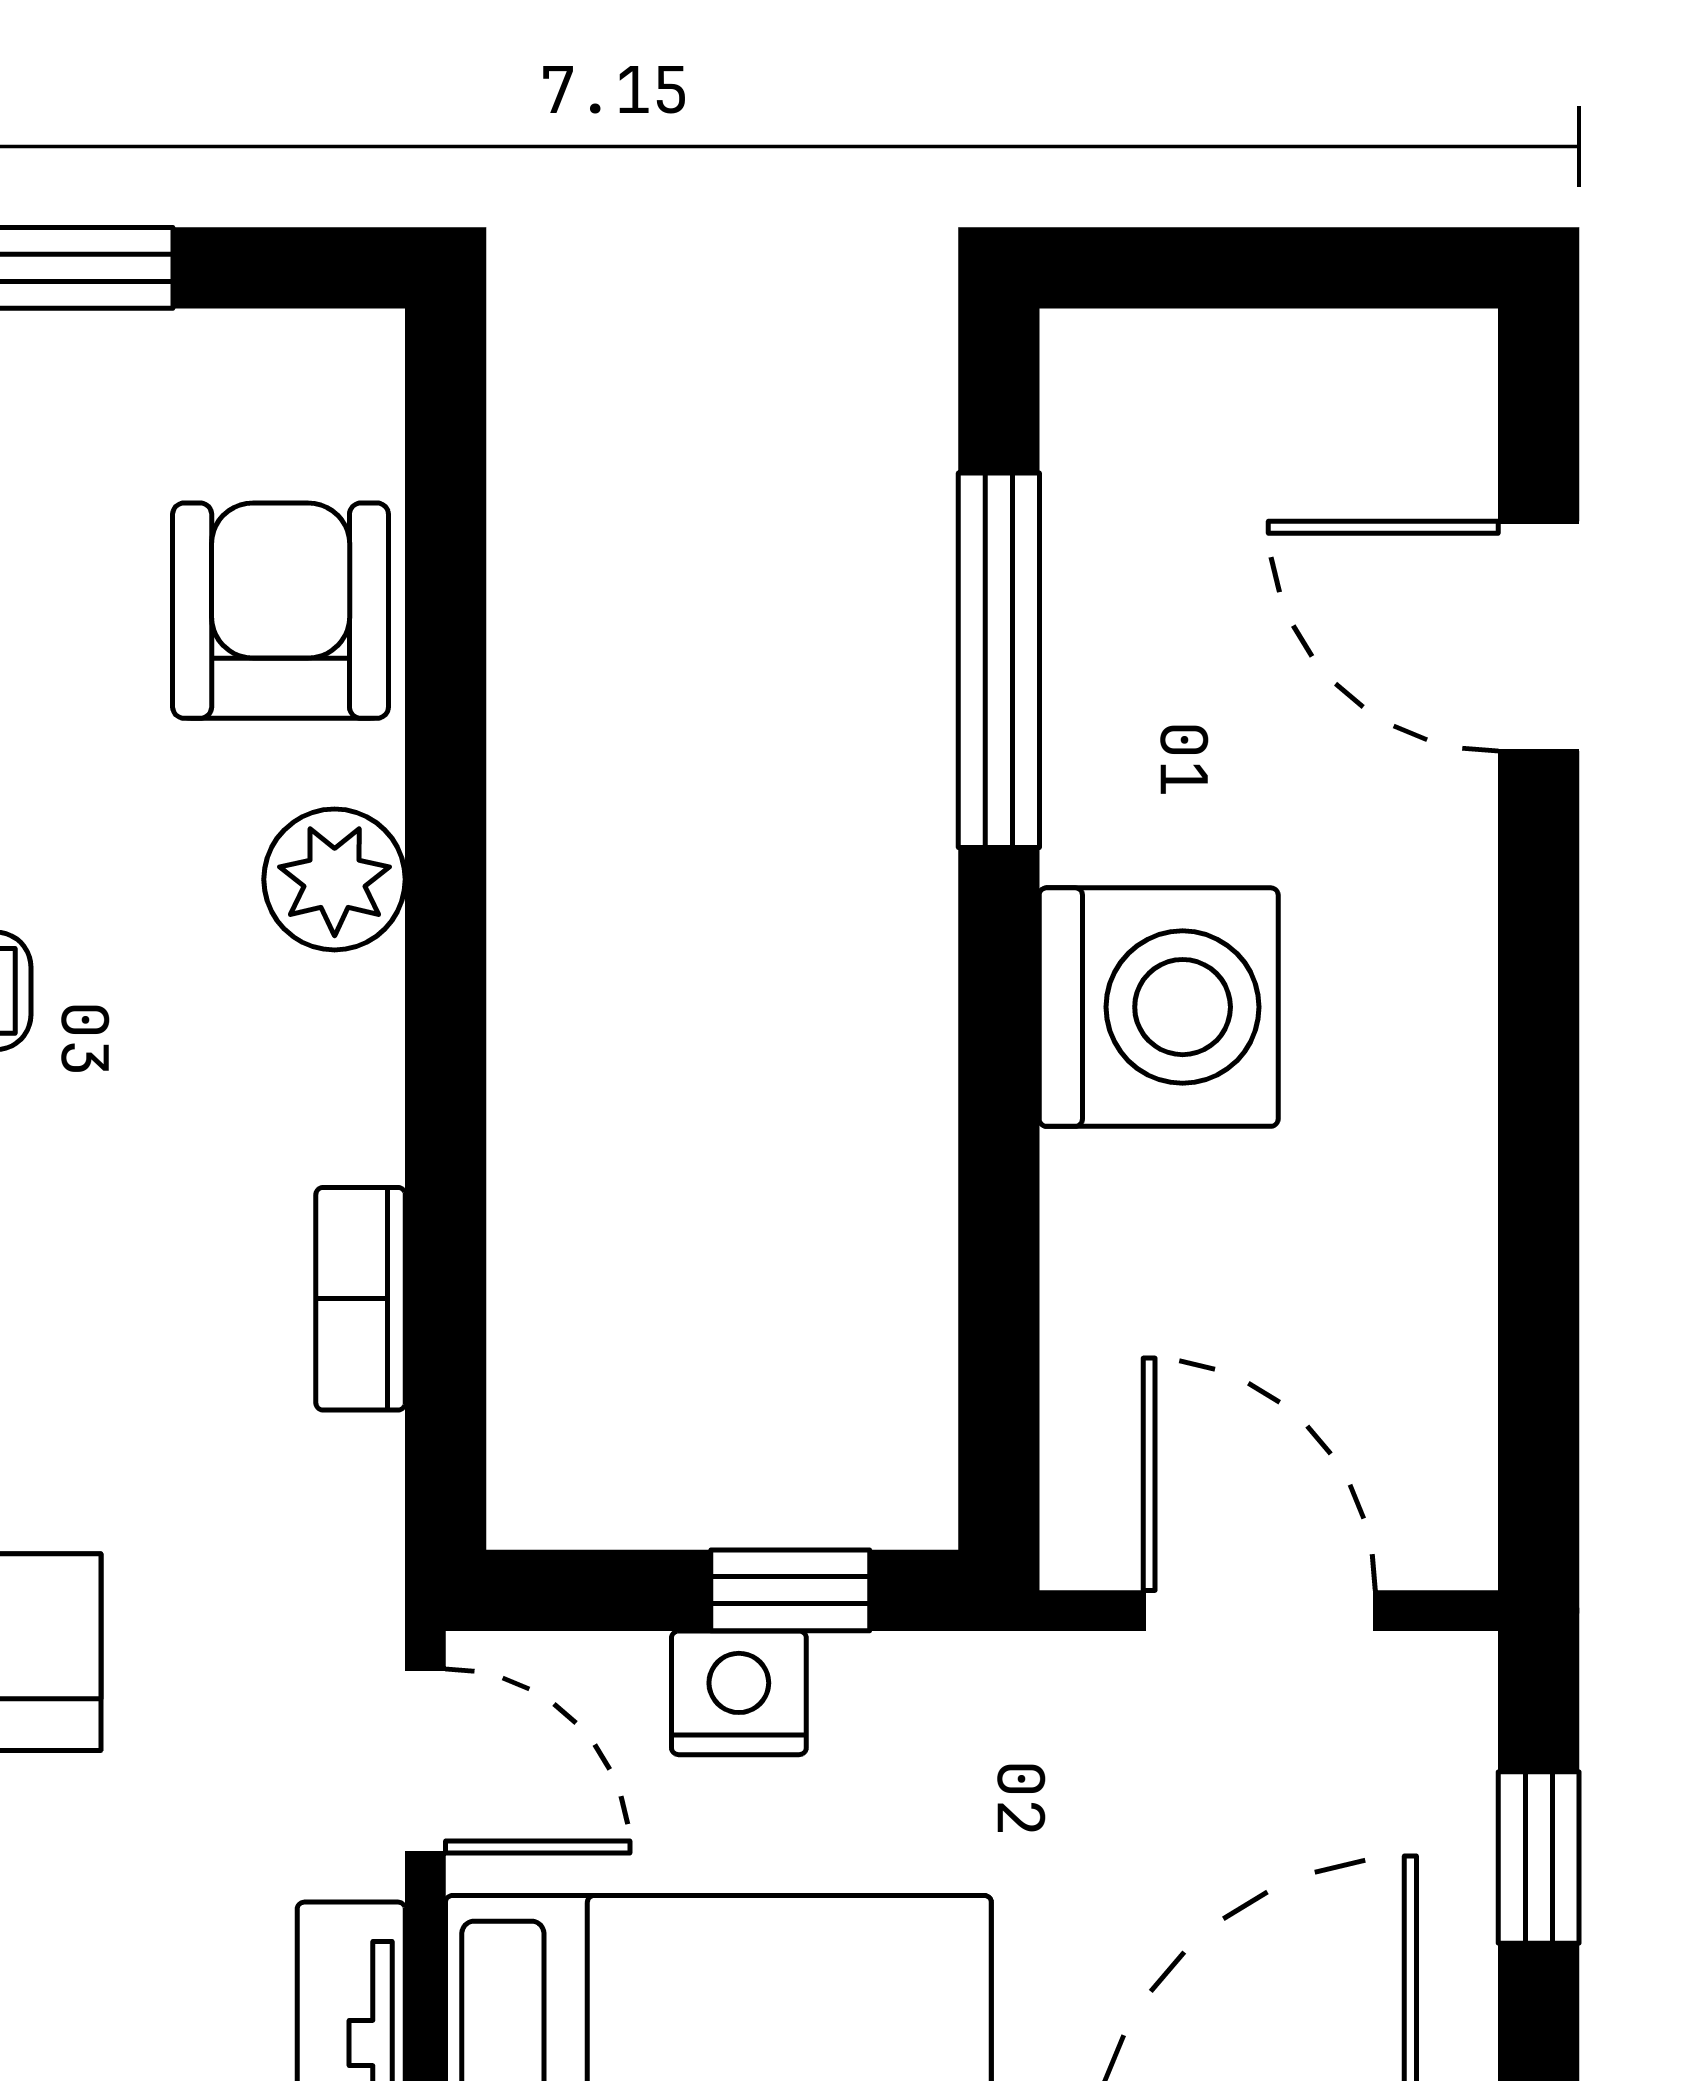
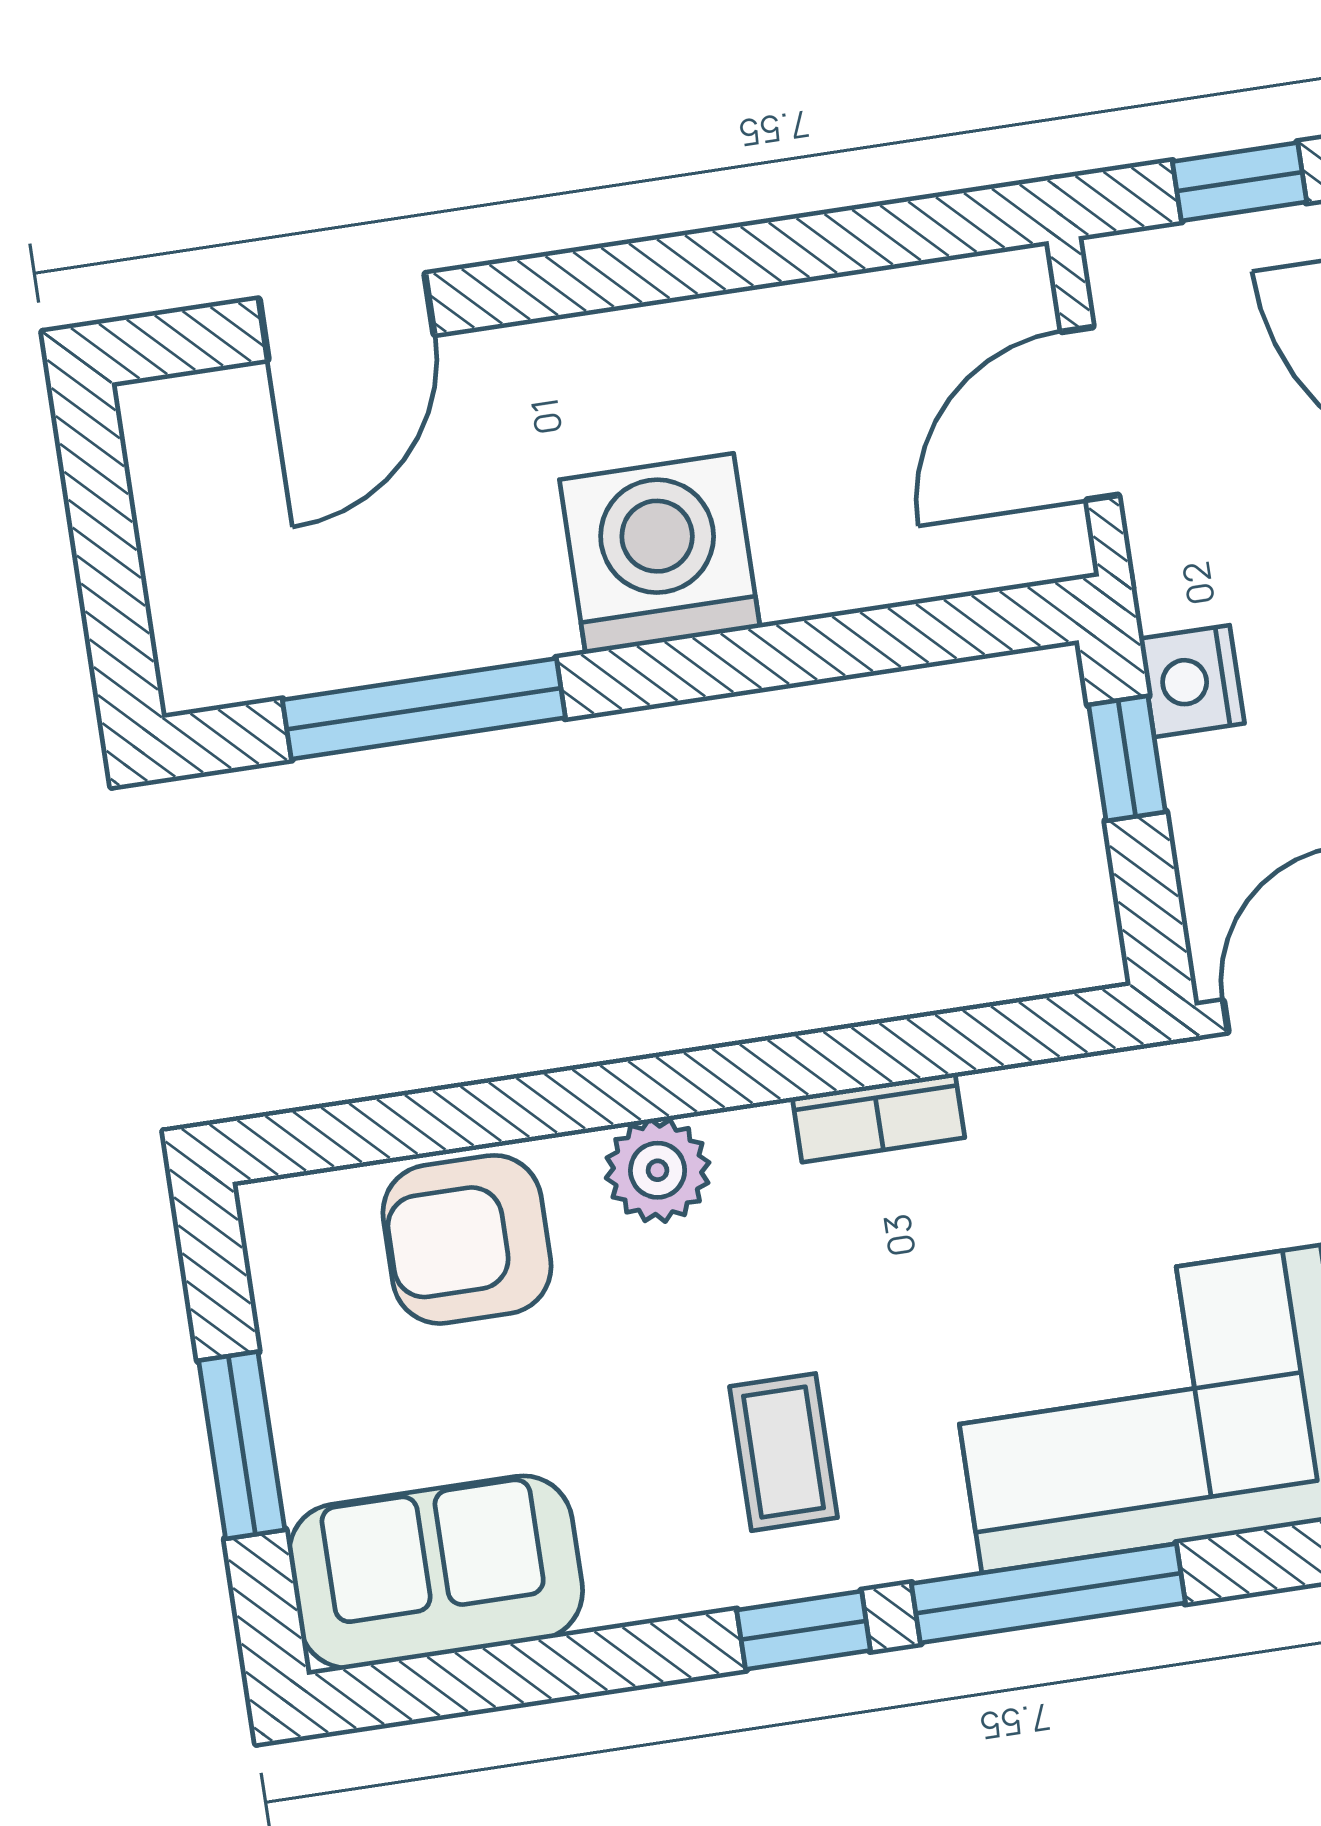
bookcase: (361, 1299) -> (878, 1117), moved
nightstand: (739, 1693) -> (1192, 681), moved

